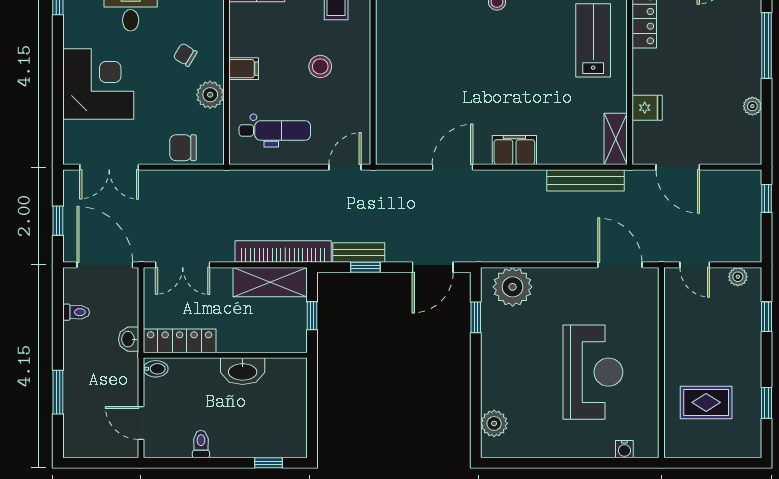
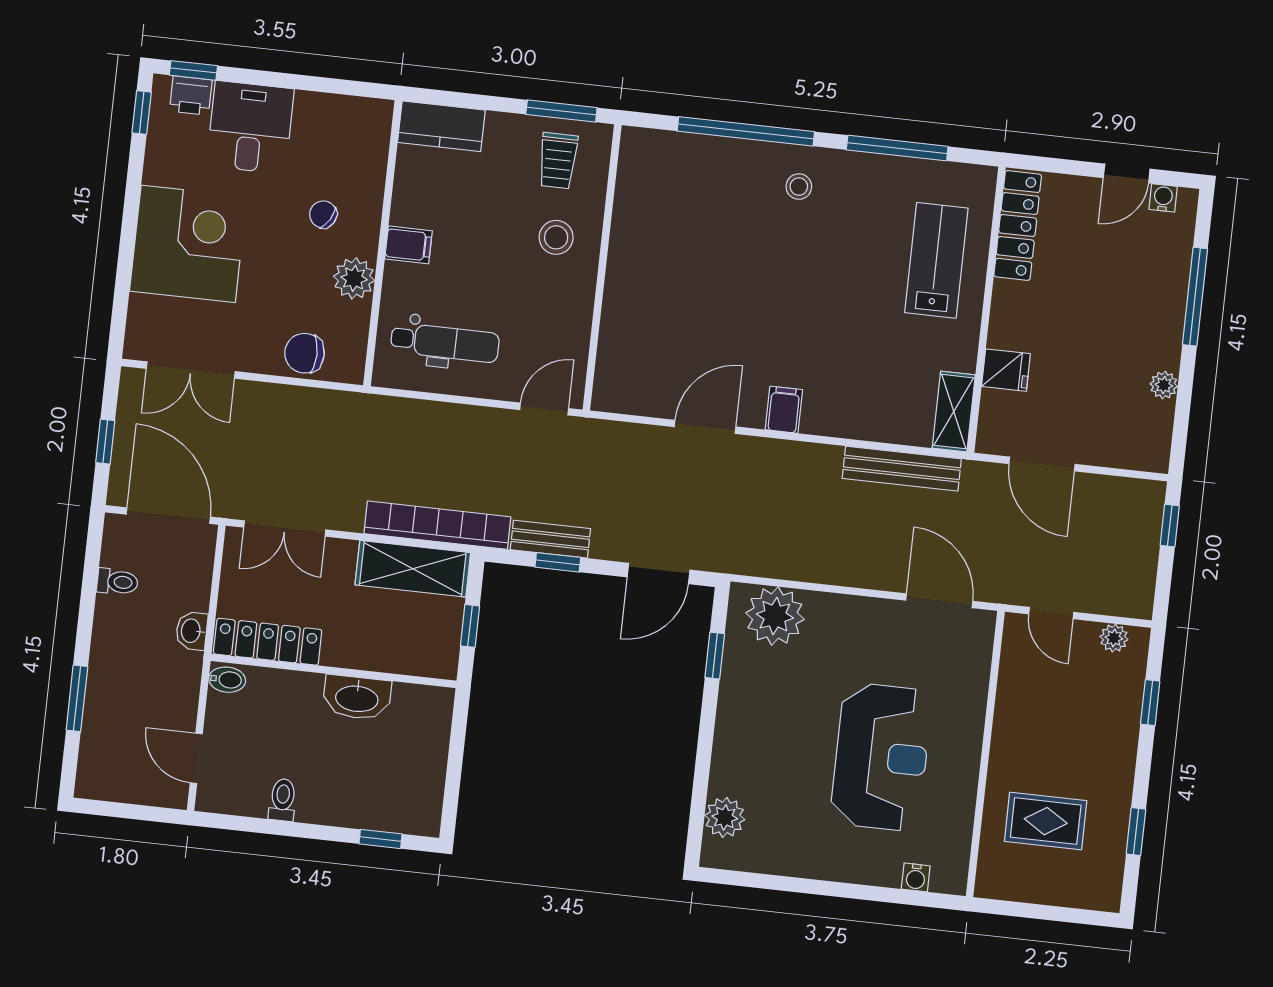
stool: (320, 66) -> (556, 237), moved
filing cabinet: (514, 150) -> (784, 410), width x0.50

